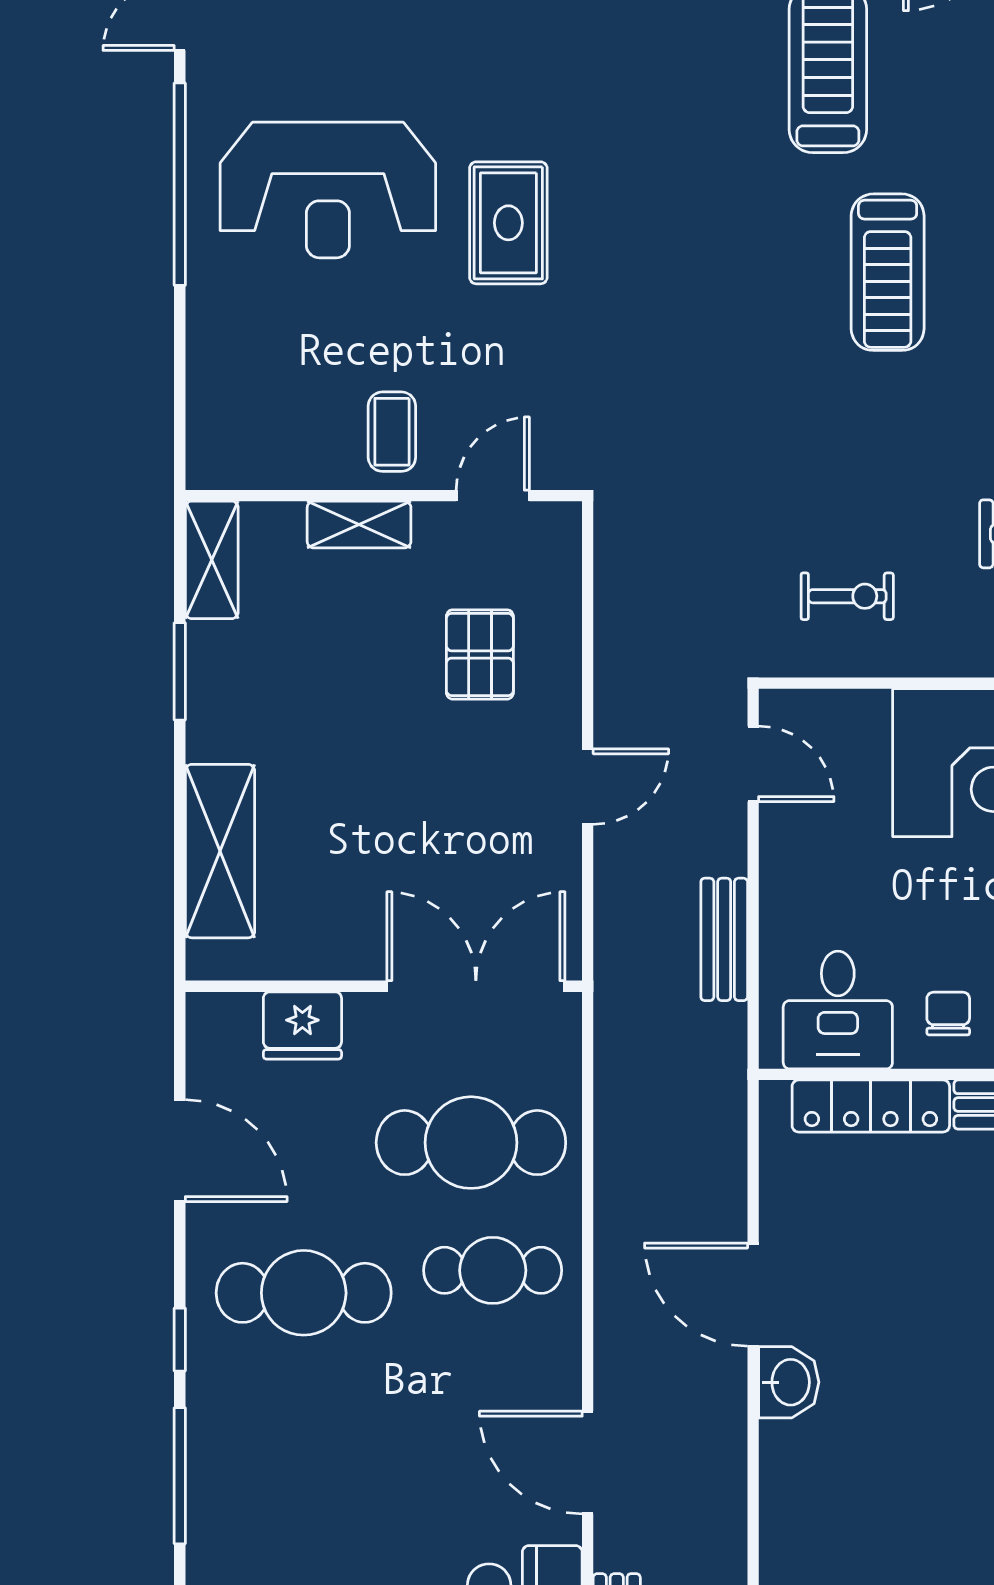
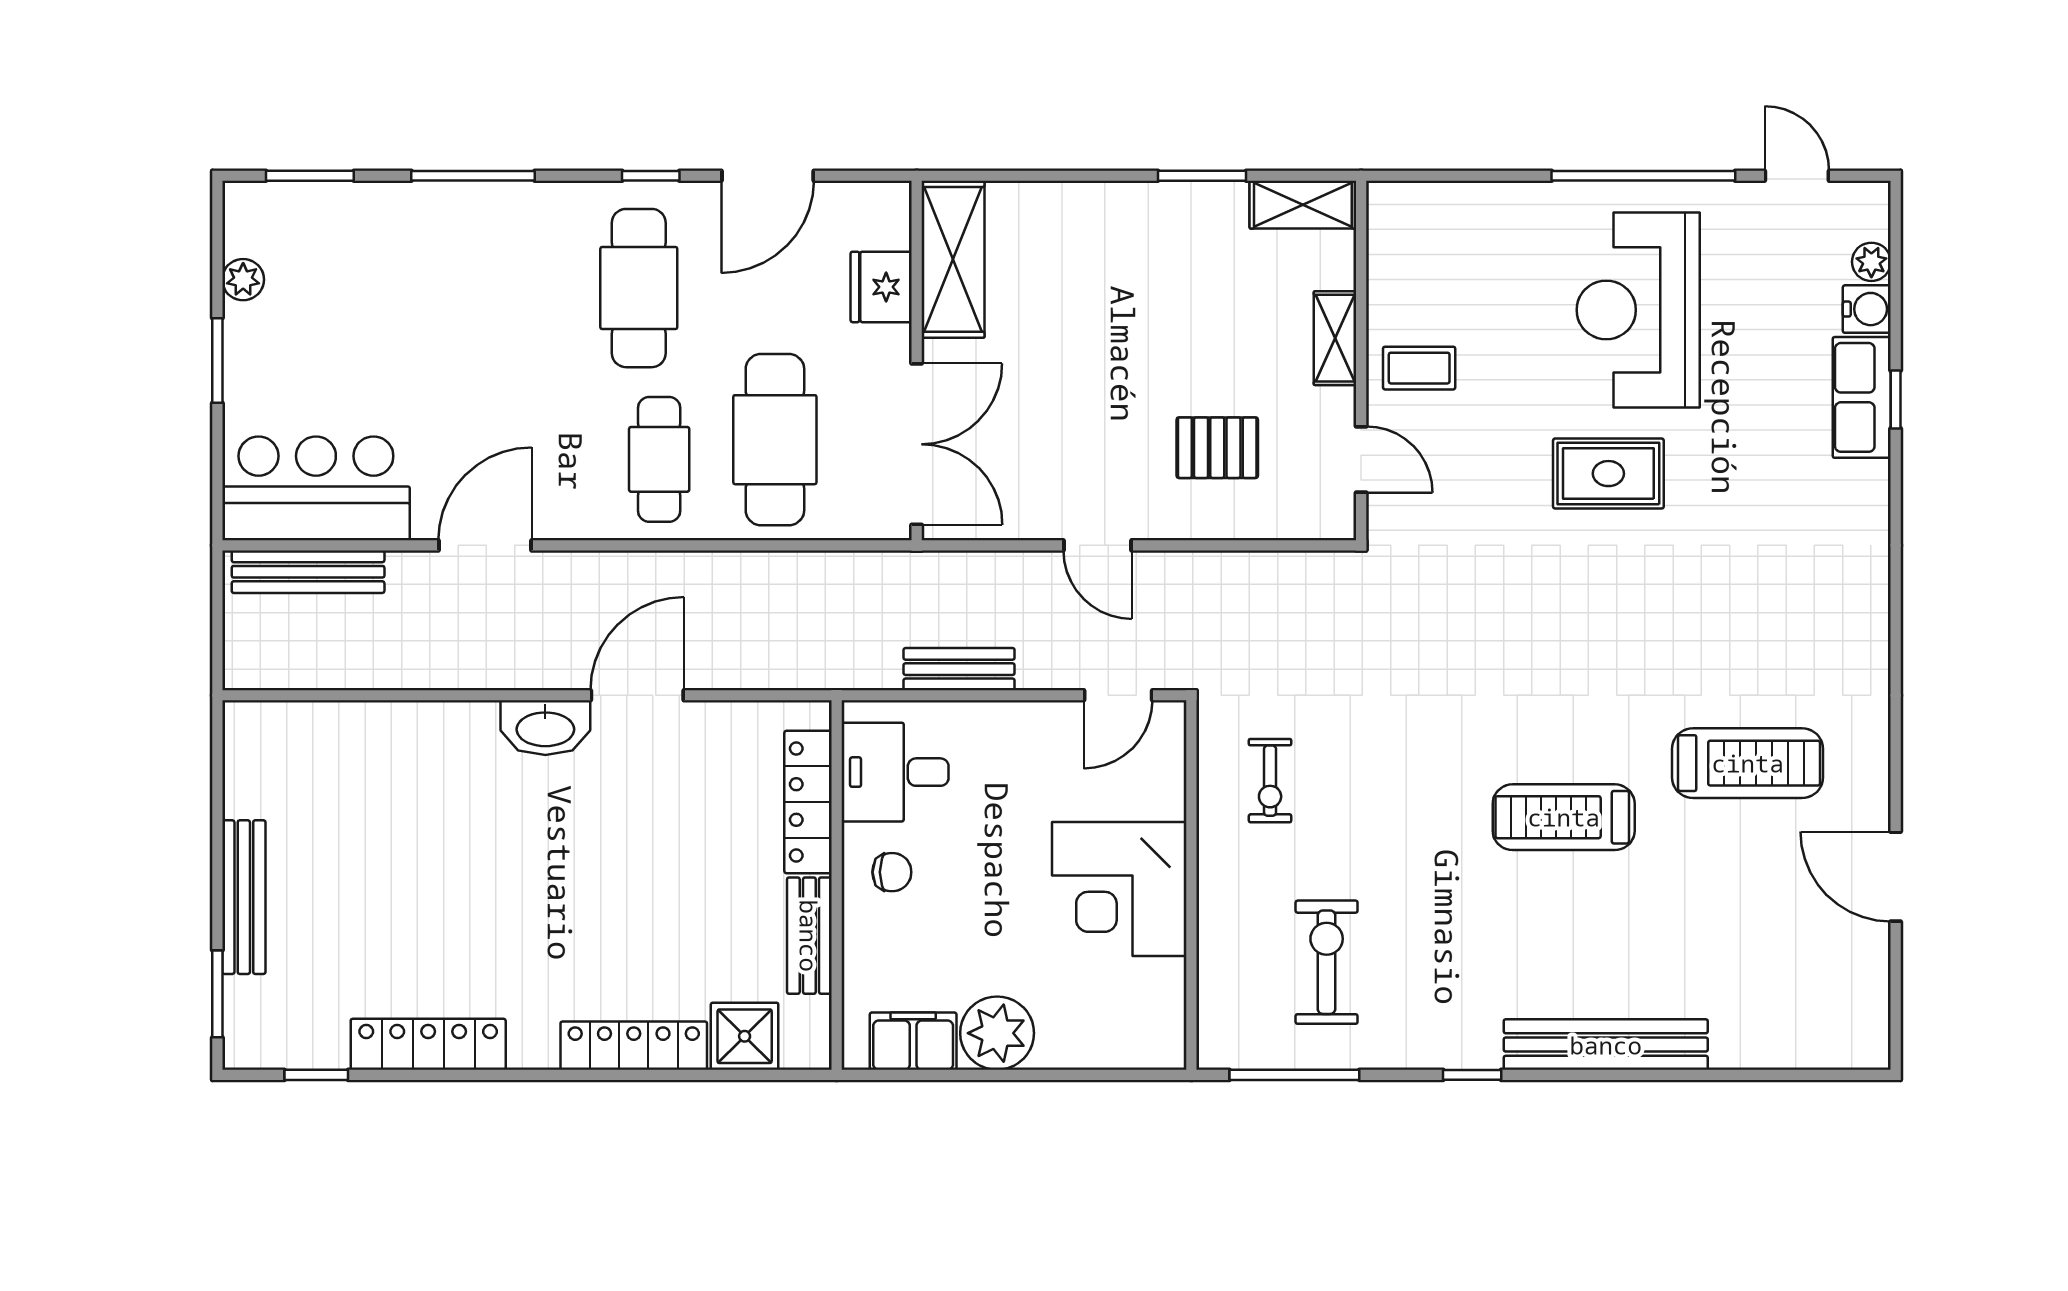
shelving: (220, 851) -> (953, 259), moved, turned 90
window: (180, 1340) -> (651, 176), moved
washbasin: (789, 1382) -> (545, 728), width x1.38

